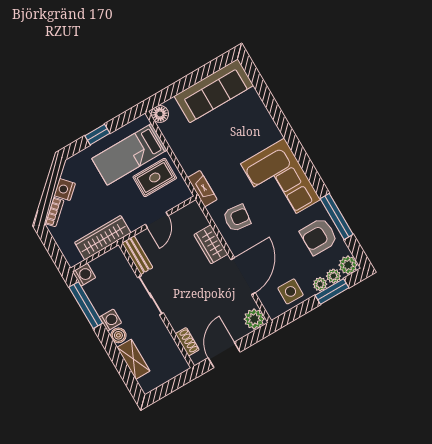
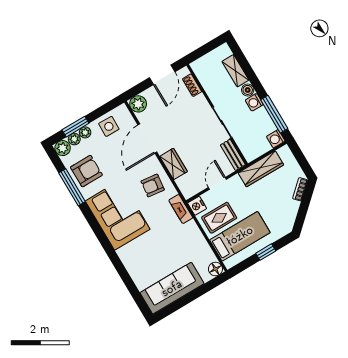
nightstand: (65, 189) -> (197, 206), moved, turned 132

